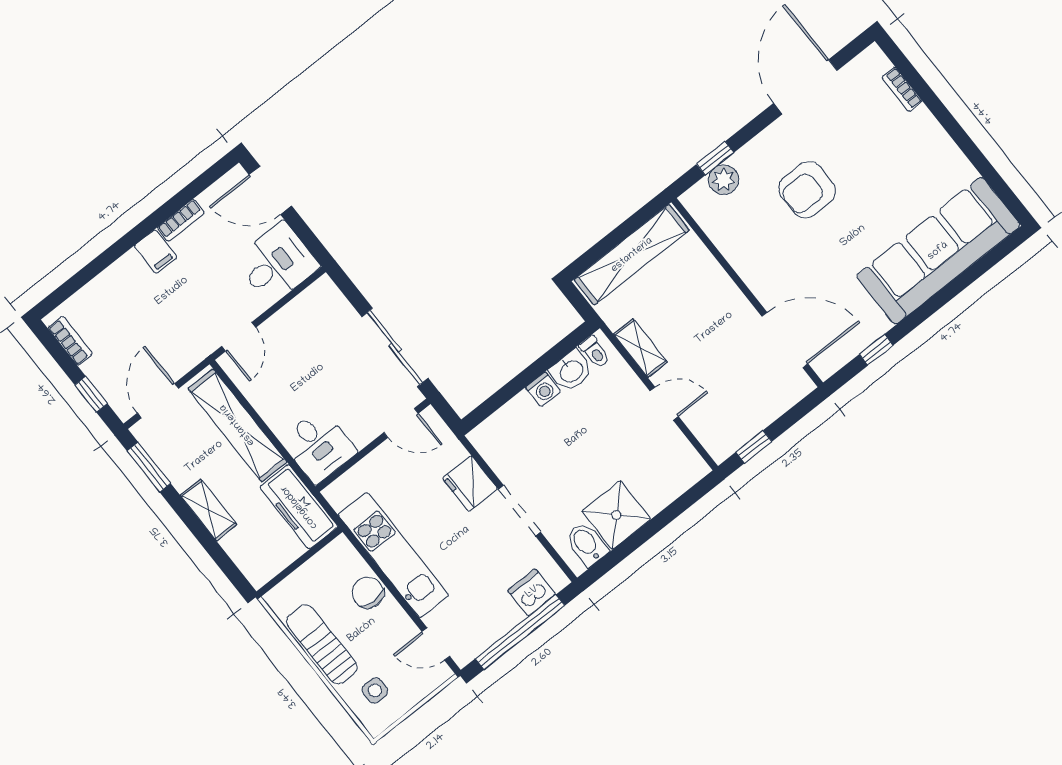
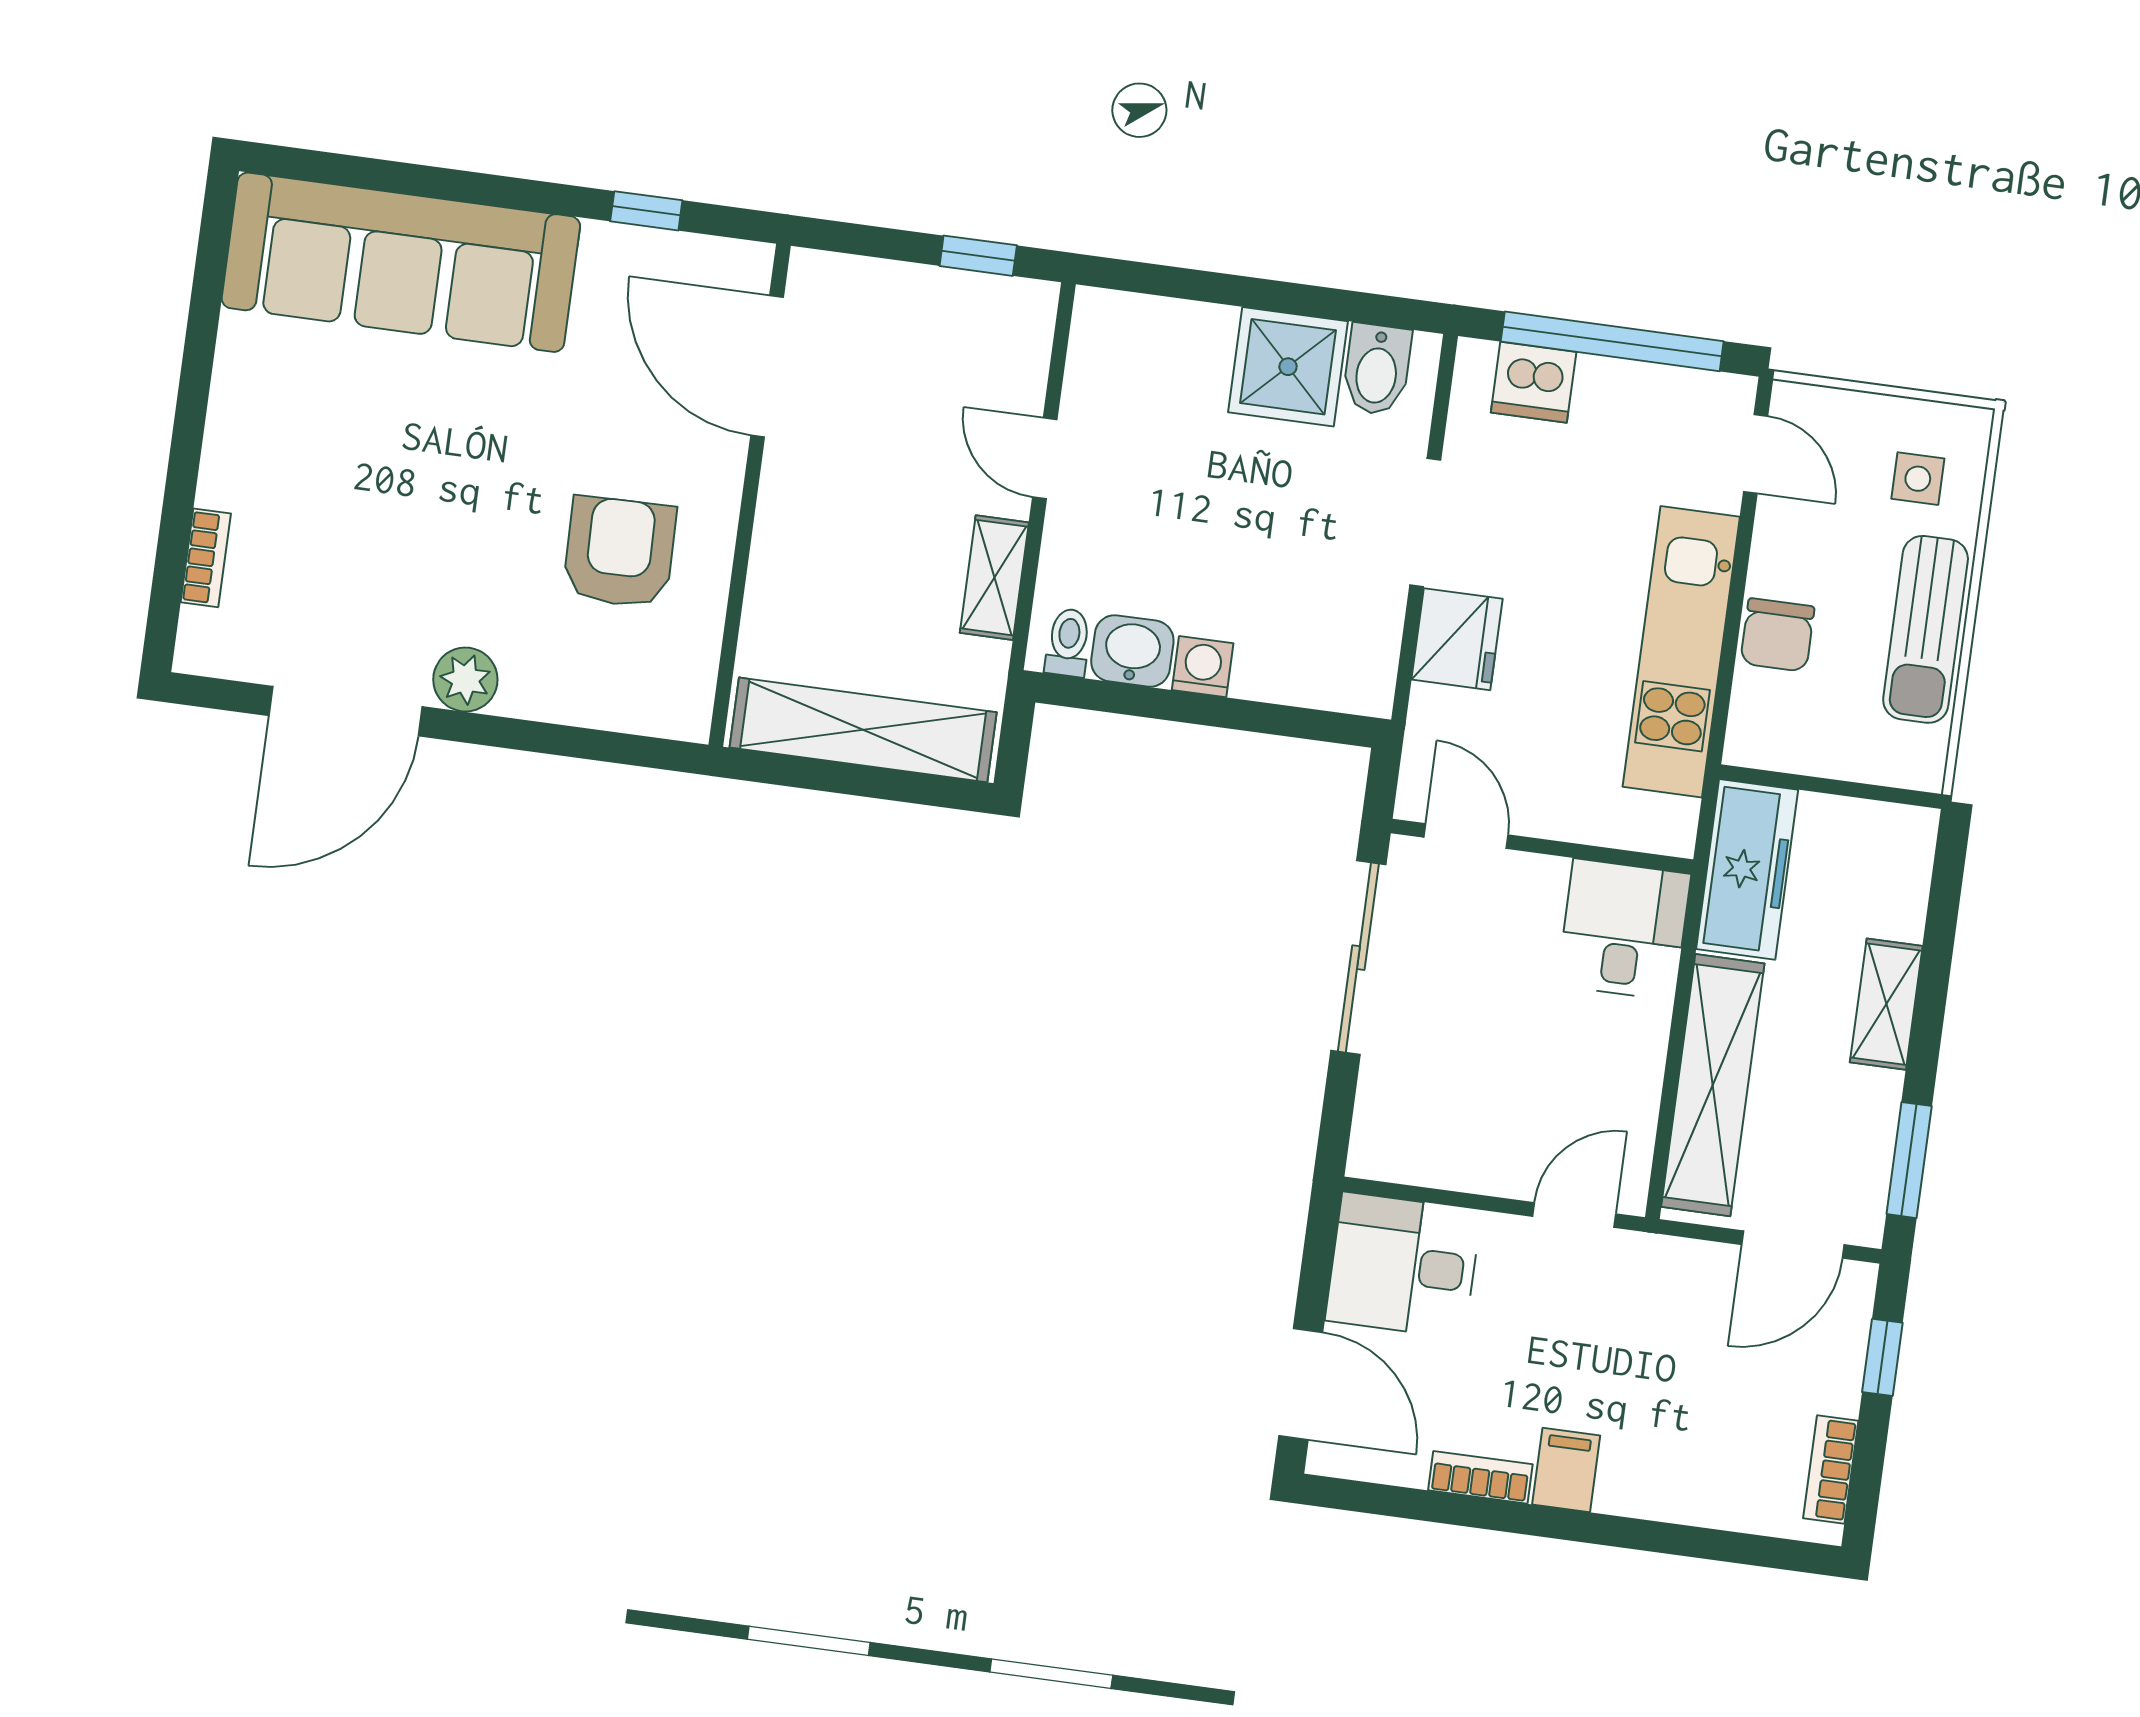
window: (715, 158) -> (590, 744), removed
plant: (724, 180) -> (465, 680), moved
armchair: (807, 190) -> (620, 552), moved, turned -91

